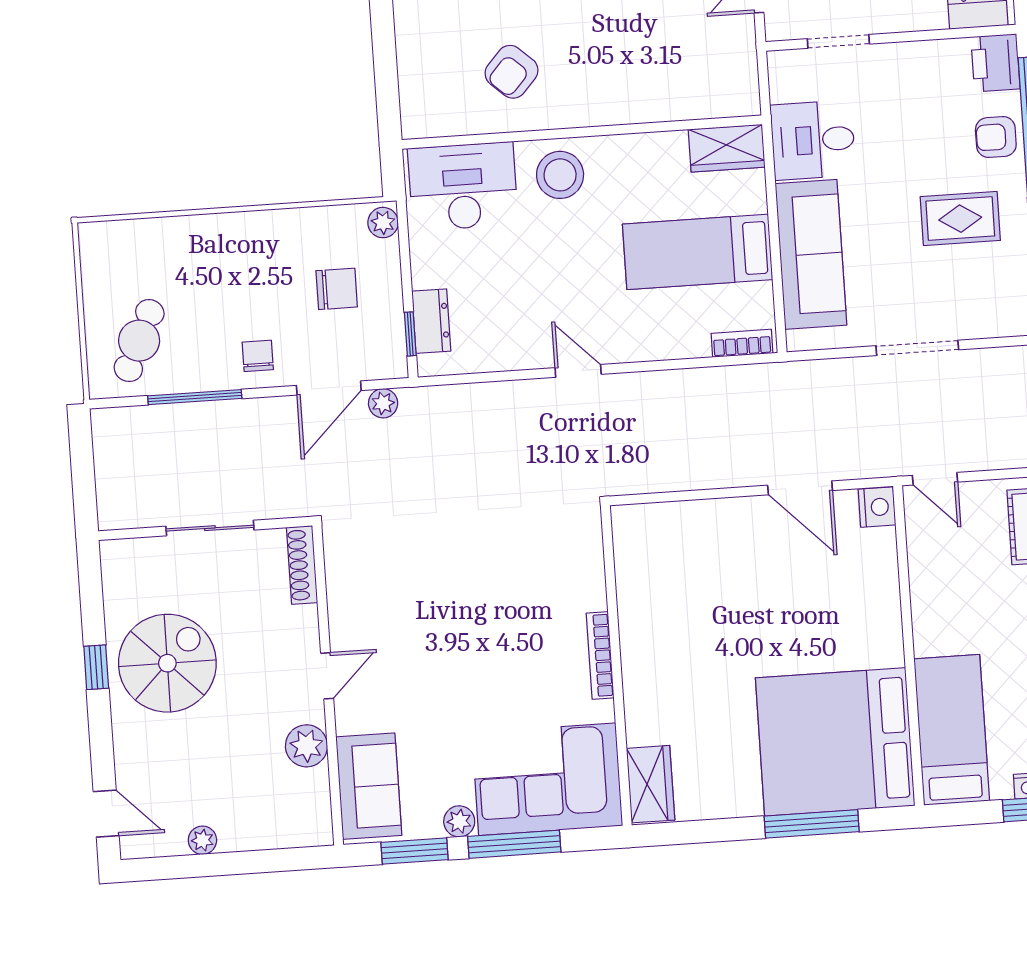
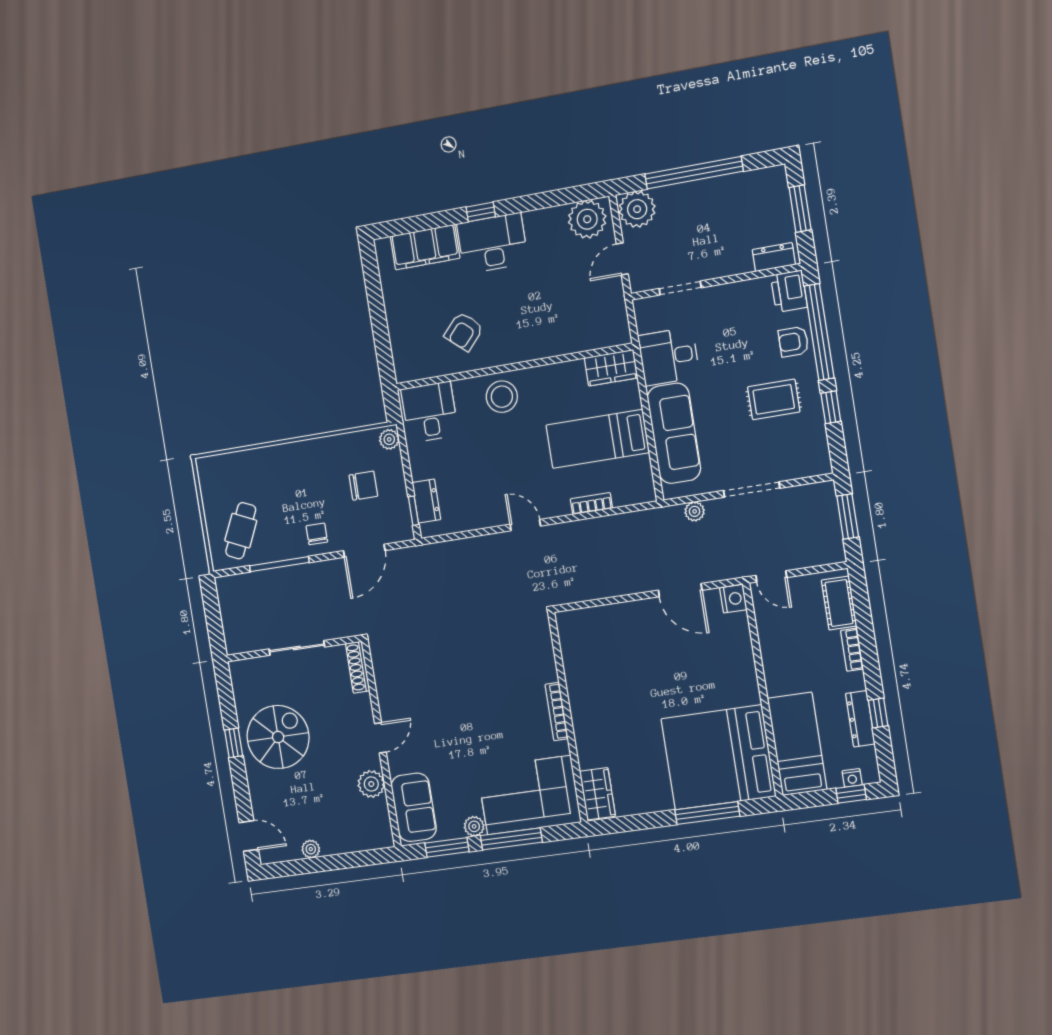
desk: (463, 186) -> (430, 412), width x0.73
bookcase: (742, 343) -> (591, 504), moved
plant: (383, 403) -> (695, 511), moved

